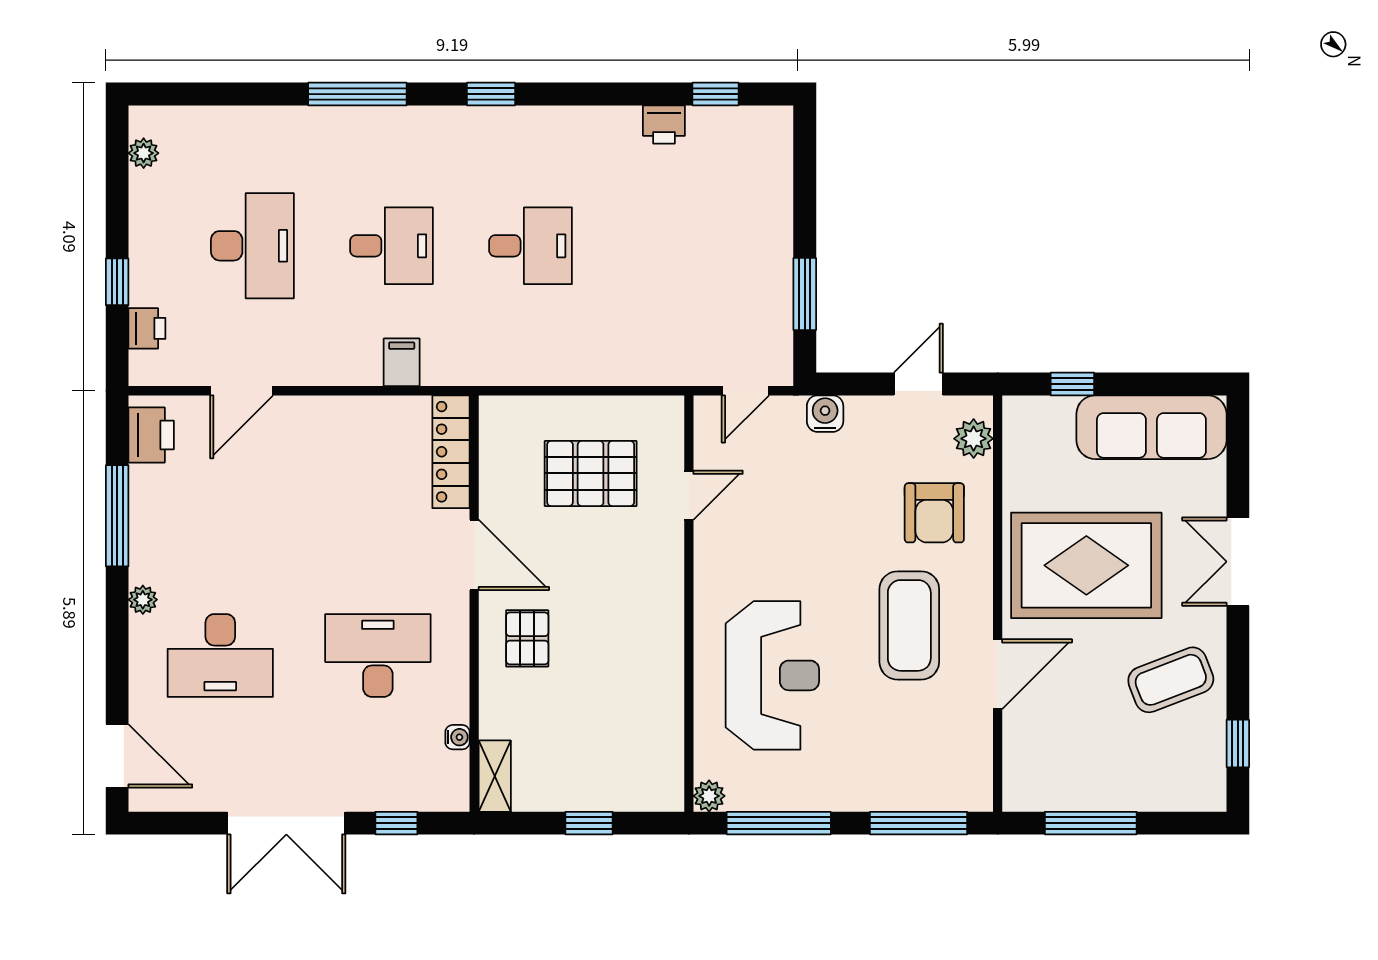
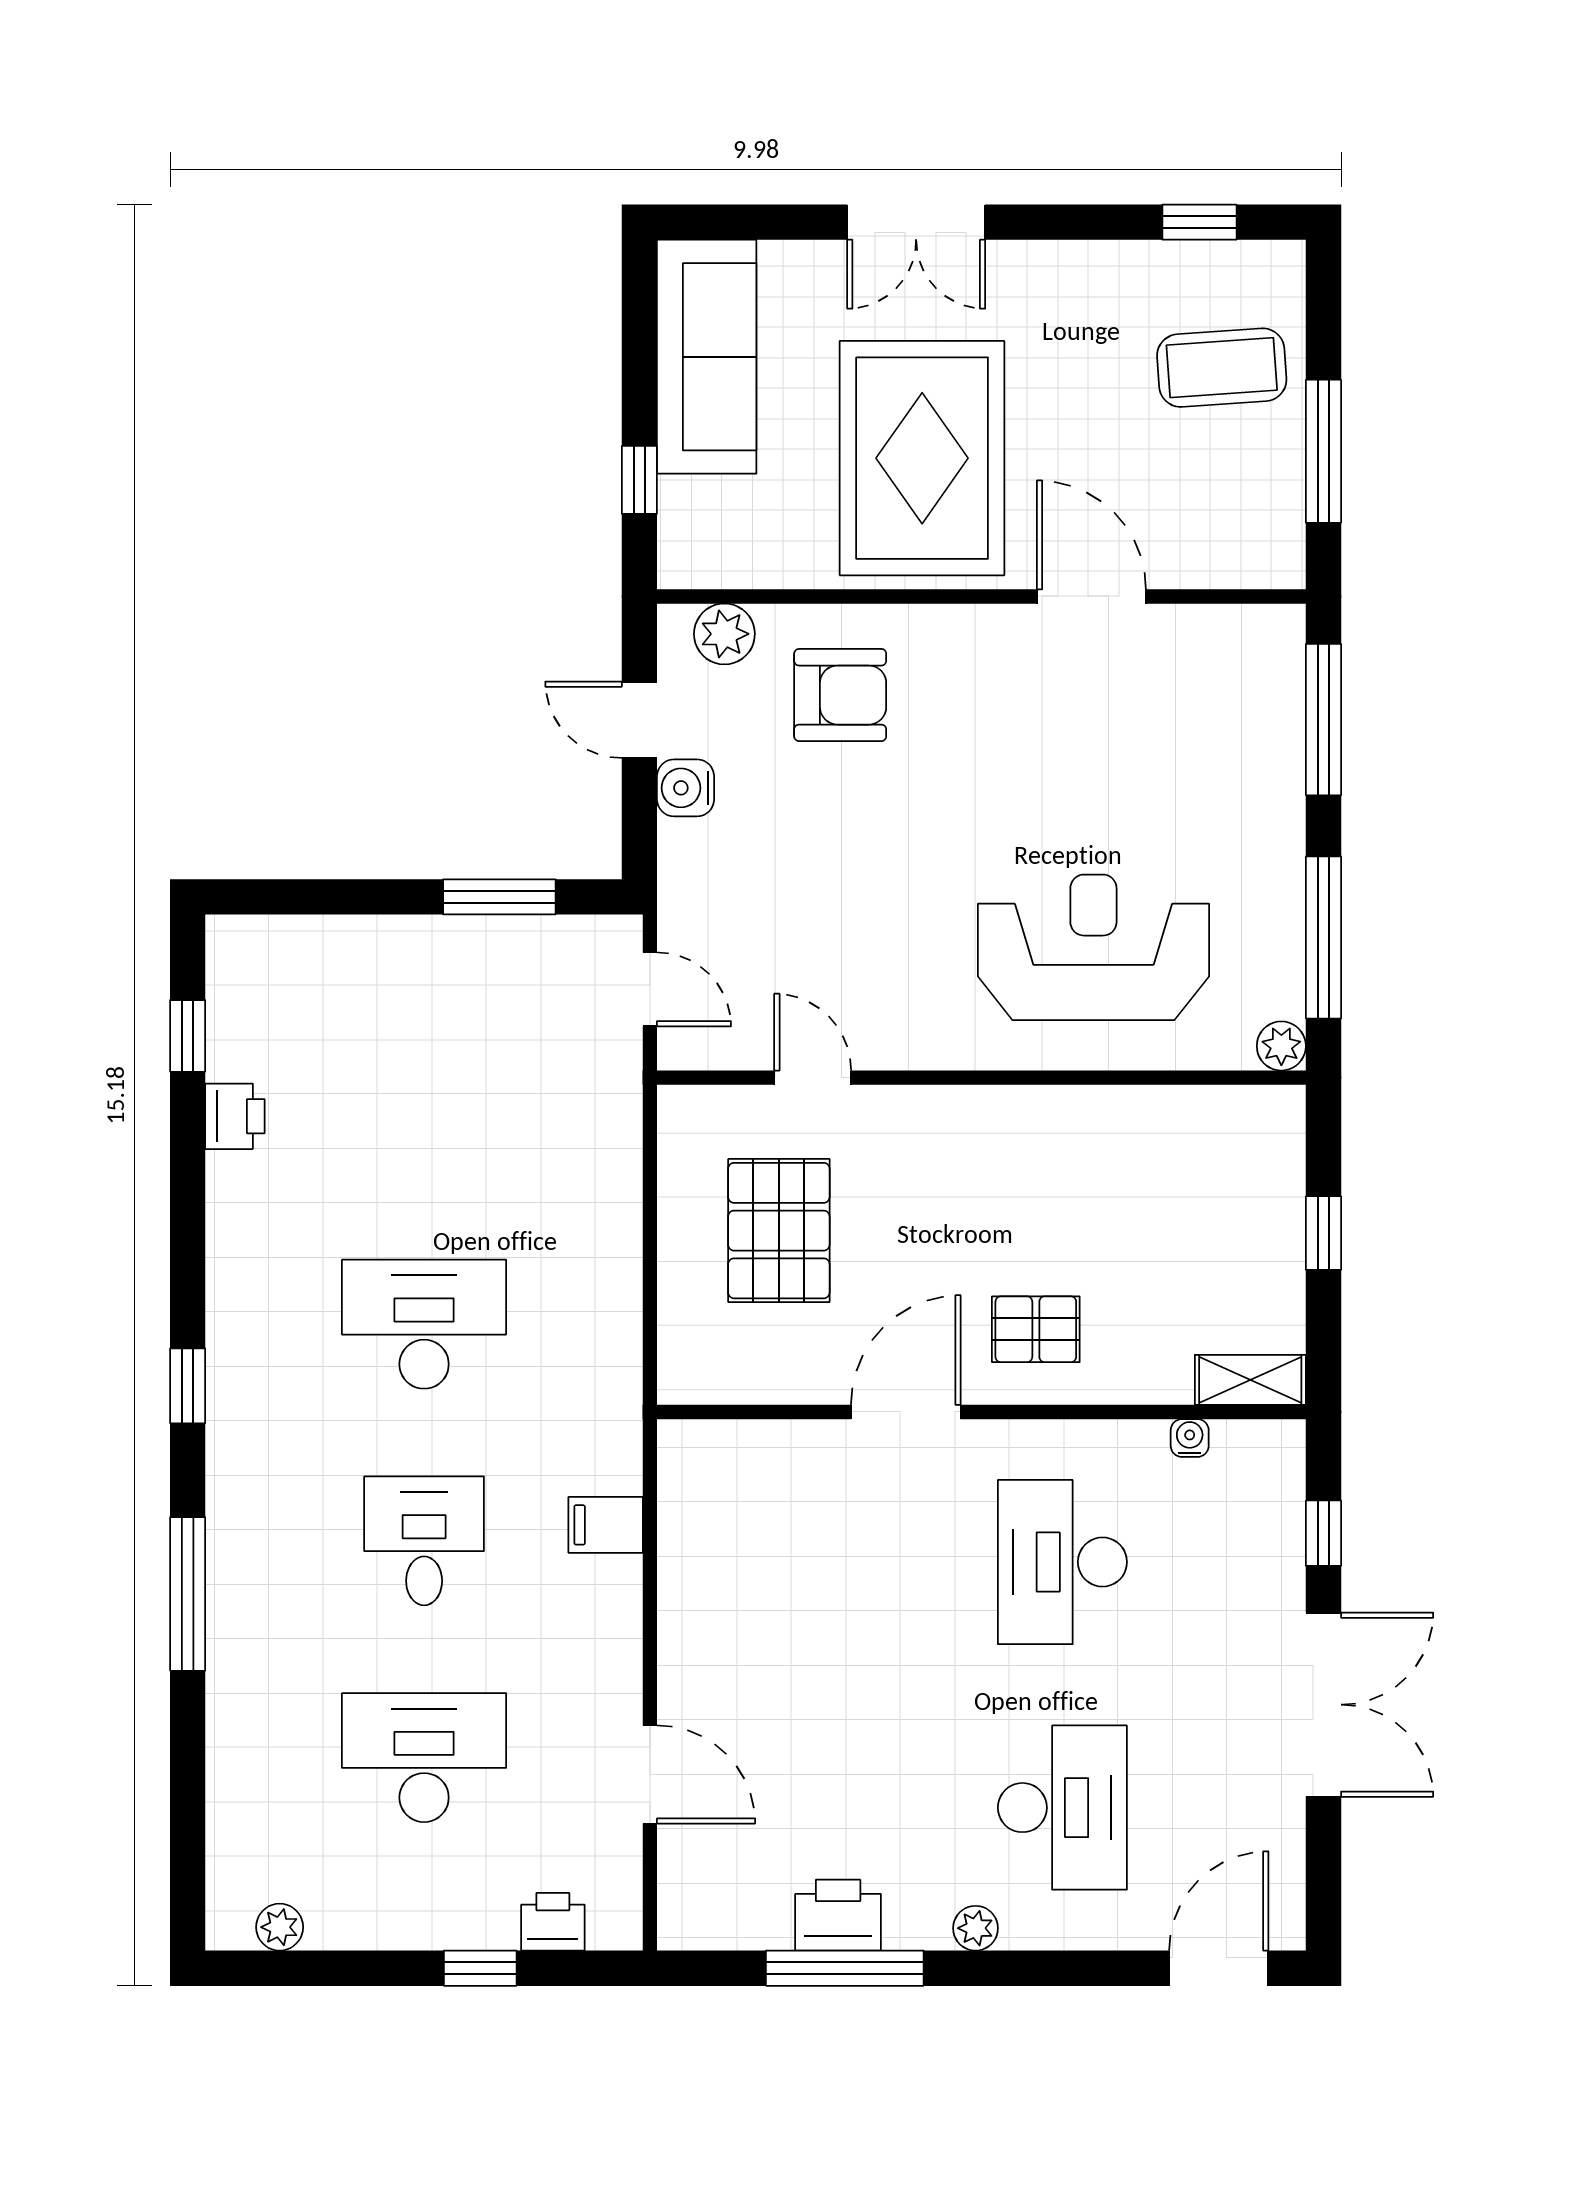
desk: (531, 246) -> (424, 1324), width x1.37
water cooler: (825, 414) -> (686, 788), moved
printer: (151, 435) -> (838, 1915), moved
locker: (451, 452) -> (745, 1448), removed
coffee table: (909, 625) -> (1016, 734), removed
coffee table: (1171, 680) -> (1222, 368), moved, turned -73

